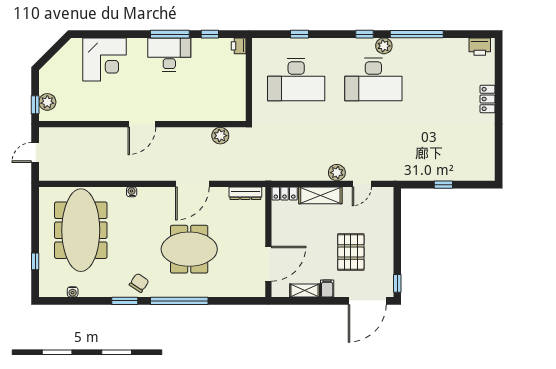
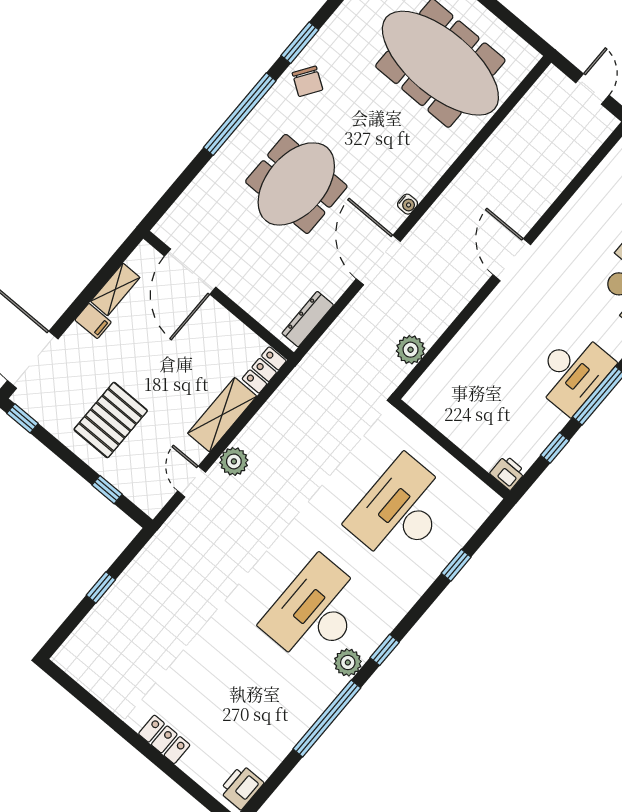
water cooler: (132, 192) -> (408, 204), moved
window: (397, 219) -> (107, 490), added
pallet: (351, 252) -> (111, 420), moved, turned 90

